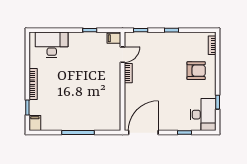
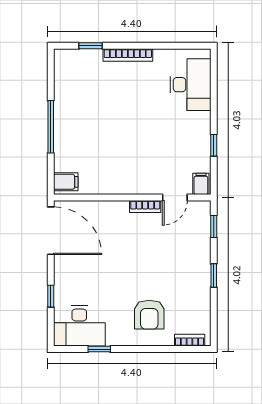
door: (123, 55) -> (175, 197), hinge flipped
filing cabinet: (35, 123) -> (66, 182), moved

